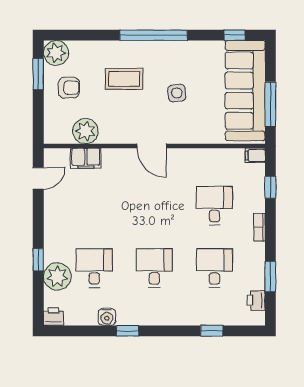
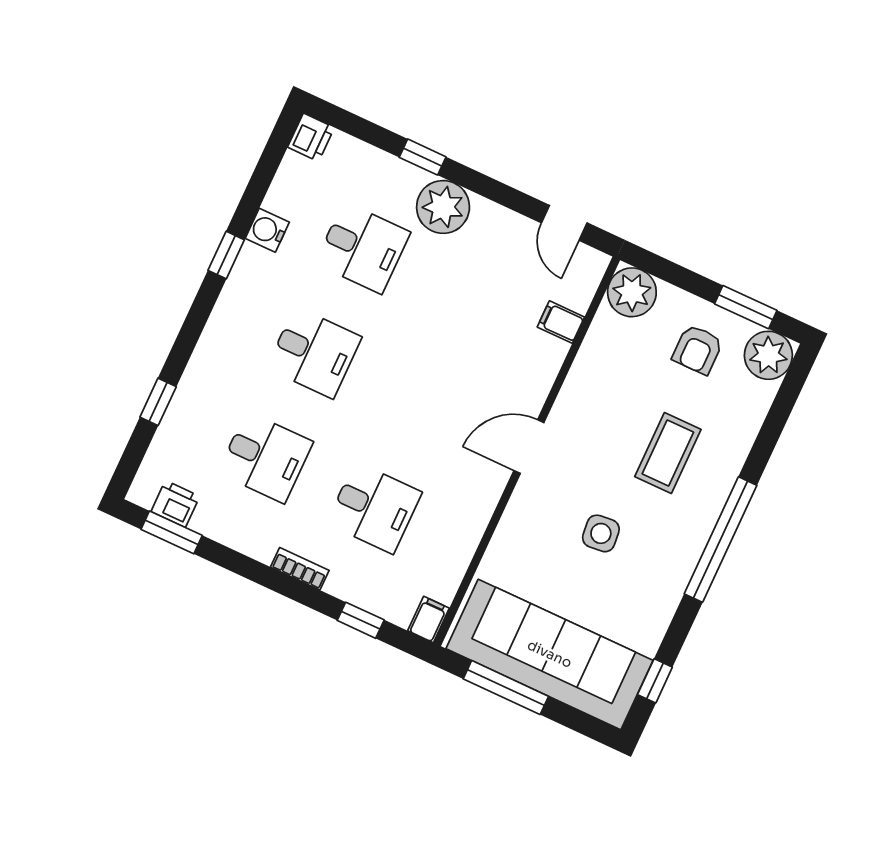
plant: (85, 131) -> (632, 292), moved
filing cabinet: (86, 158) -> (561, 322), width x0.50
plant: (57, 276) -> (443, 207), moved
window: (270, 277) -> (172, 532), moved

